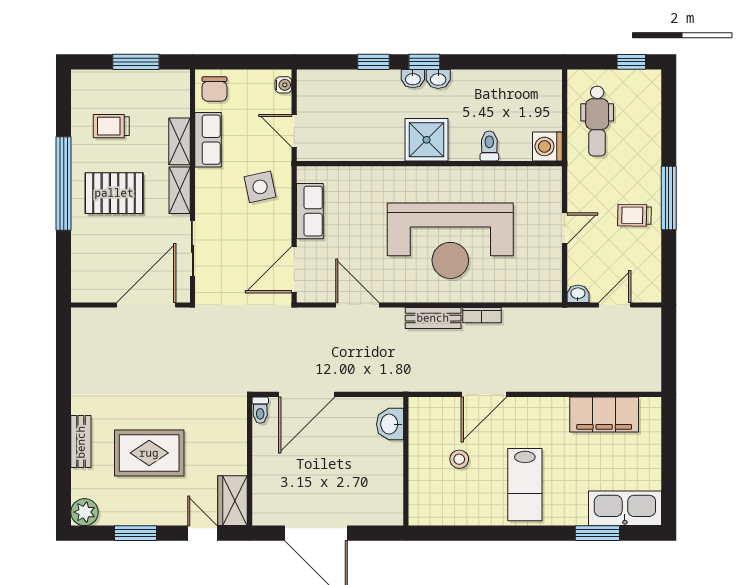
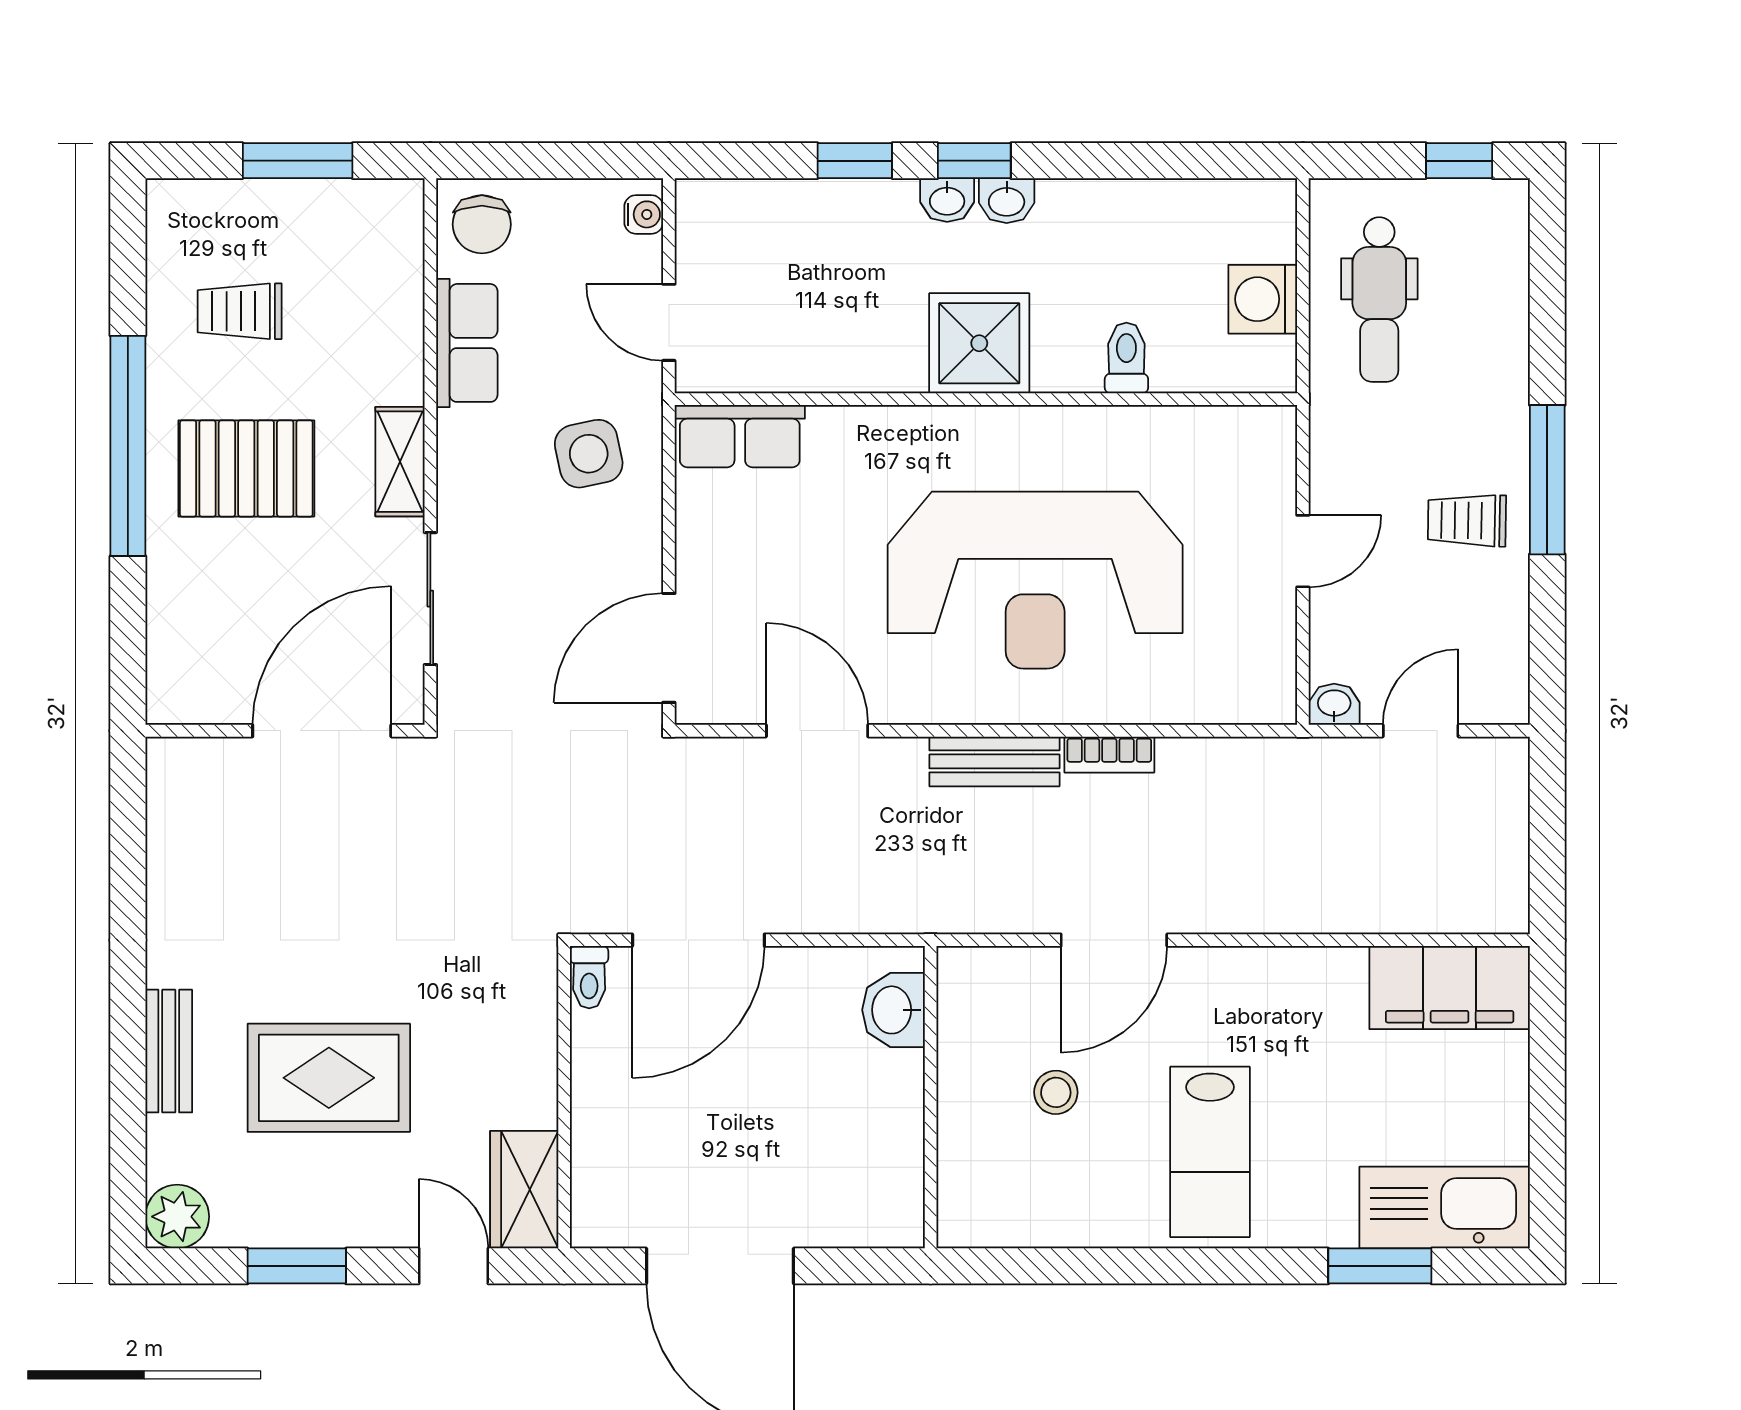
shelving: (179, 141) -> (400, 347), removed
washing machine: (547, 146) -> (1263, 299), moved
row of seats: (310, 211) -> (740, 436), moved, turned 90
filing cabinet: (604, 414) -> (1450, 988), moved

